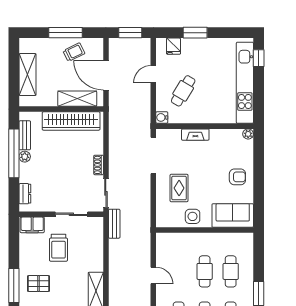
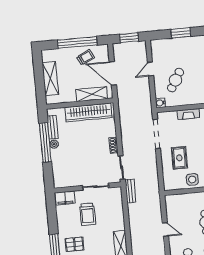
window: (65, 33) -> (77, 42), width x1.46
fridge: (173, 46) -> (164, 45), removed
dresser: (25, 194) -> (57, 174), removed

